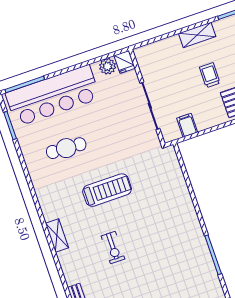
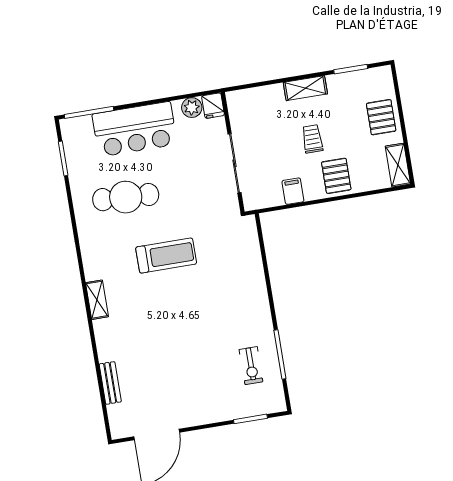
bar counter: (53, 96) -> (135, 129), width x0.73
filing cabinet: (187, 125) -> (293, 191), moved
cafe table: (66, 148) -> (126, 197), width x1.37, depth x1.35
exercise bike: (113, 248) -> (251, 366), moved

